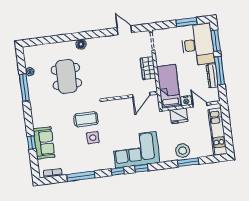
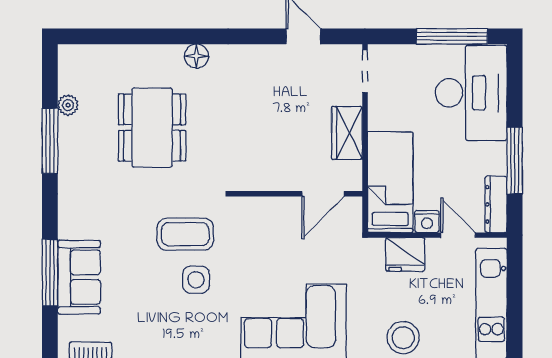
window: (187, 22) -> (452, 36), width x1.44
window: (216, 41) -> (515, 89), removed
dresser: (212, 76) -> (496, 204), moved
window: (32, 143) -> (50, 273), width x2.17

